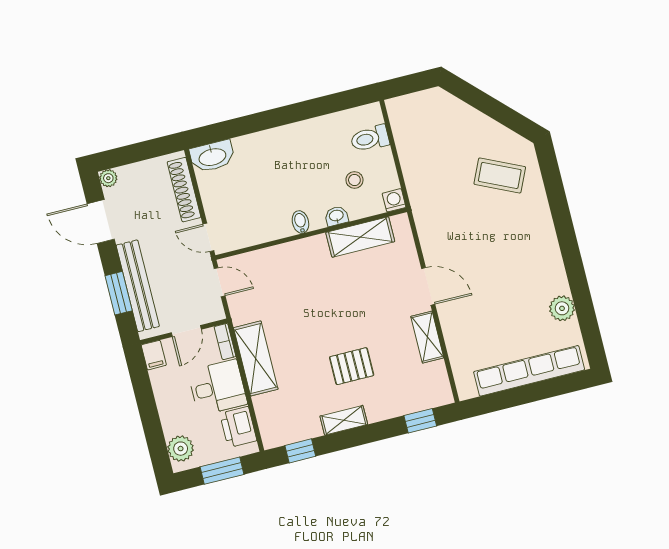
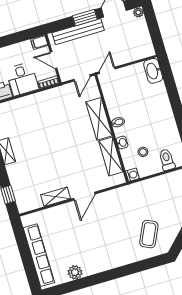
shoe rack: (184, 190) -> (134, 56), removed
window: (119, 293) -> (85, 18), moved
shelving: (256, 358) -> (99, 119), moved, turned 90
pallet: (352, 366) -> (37, 155), removed

